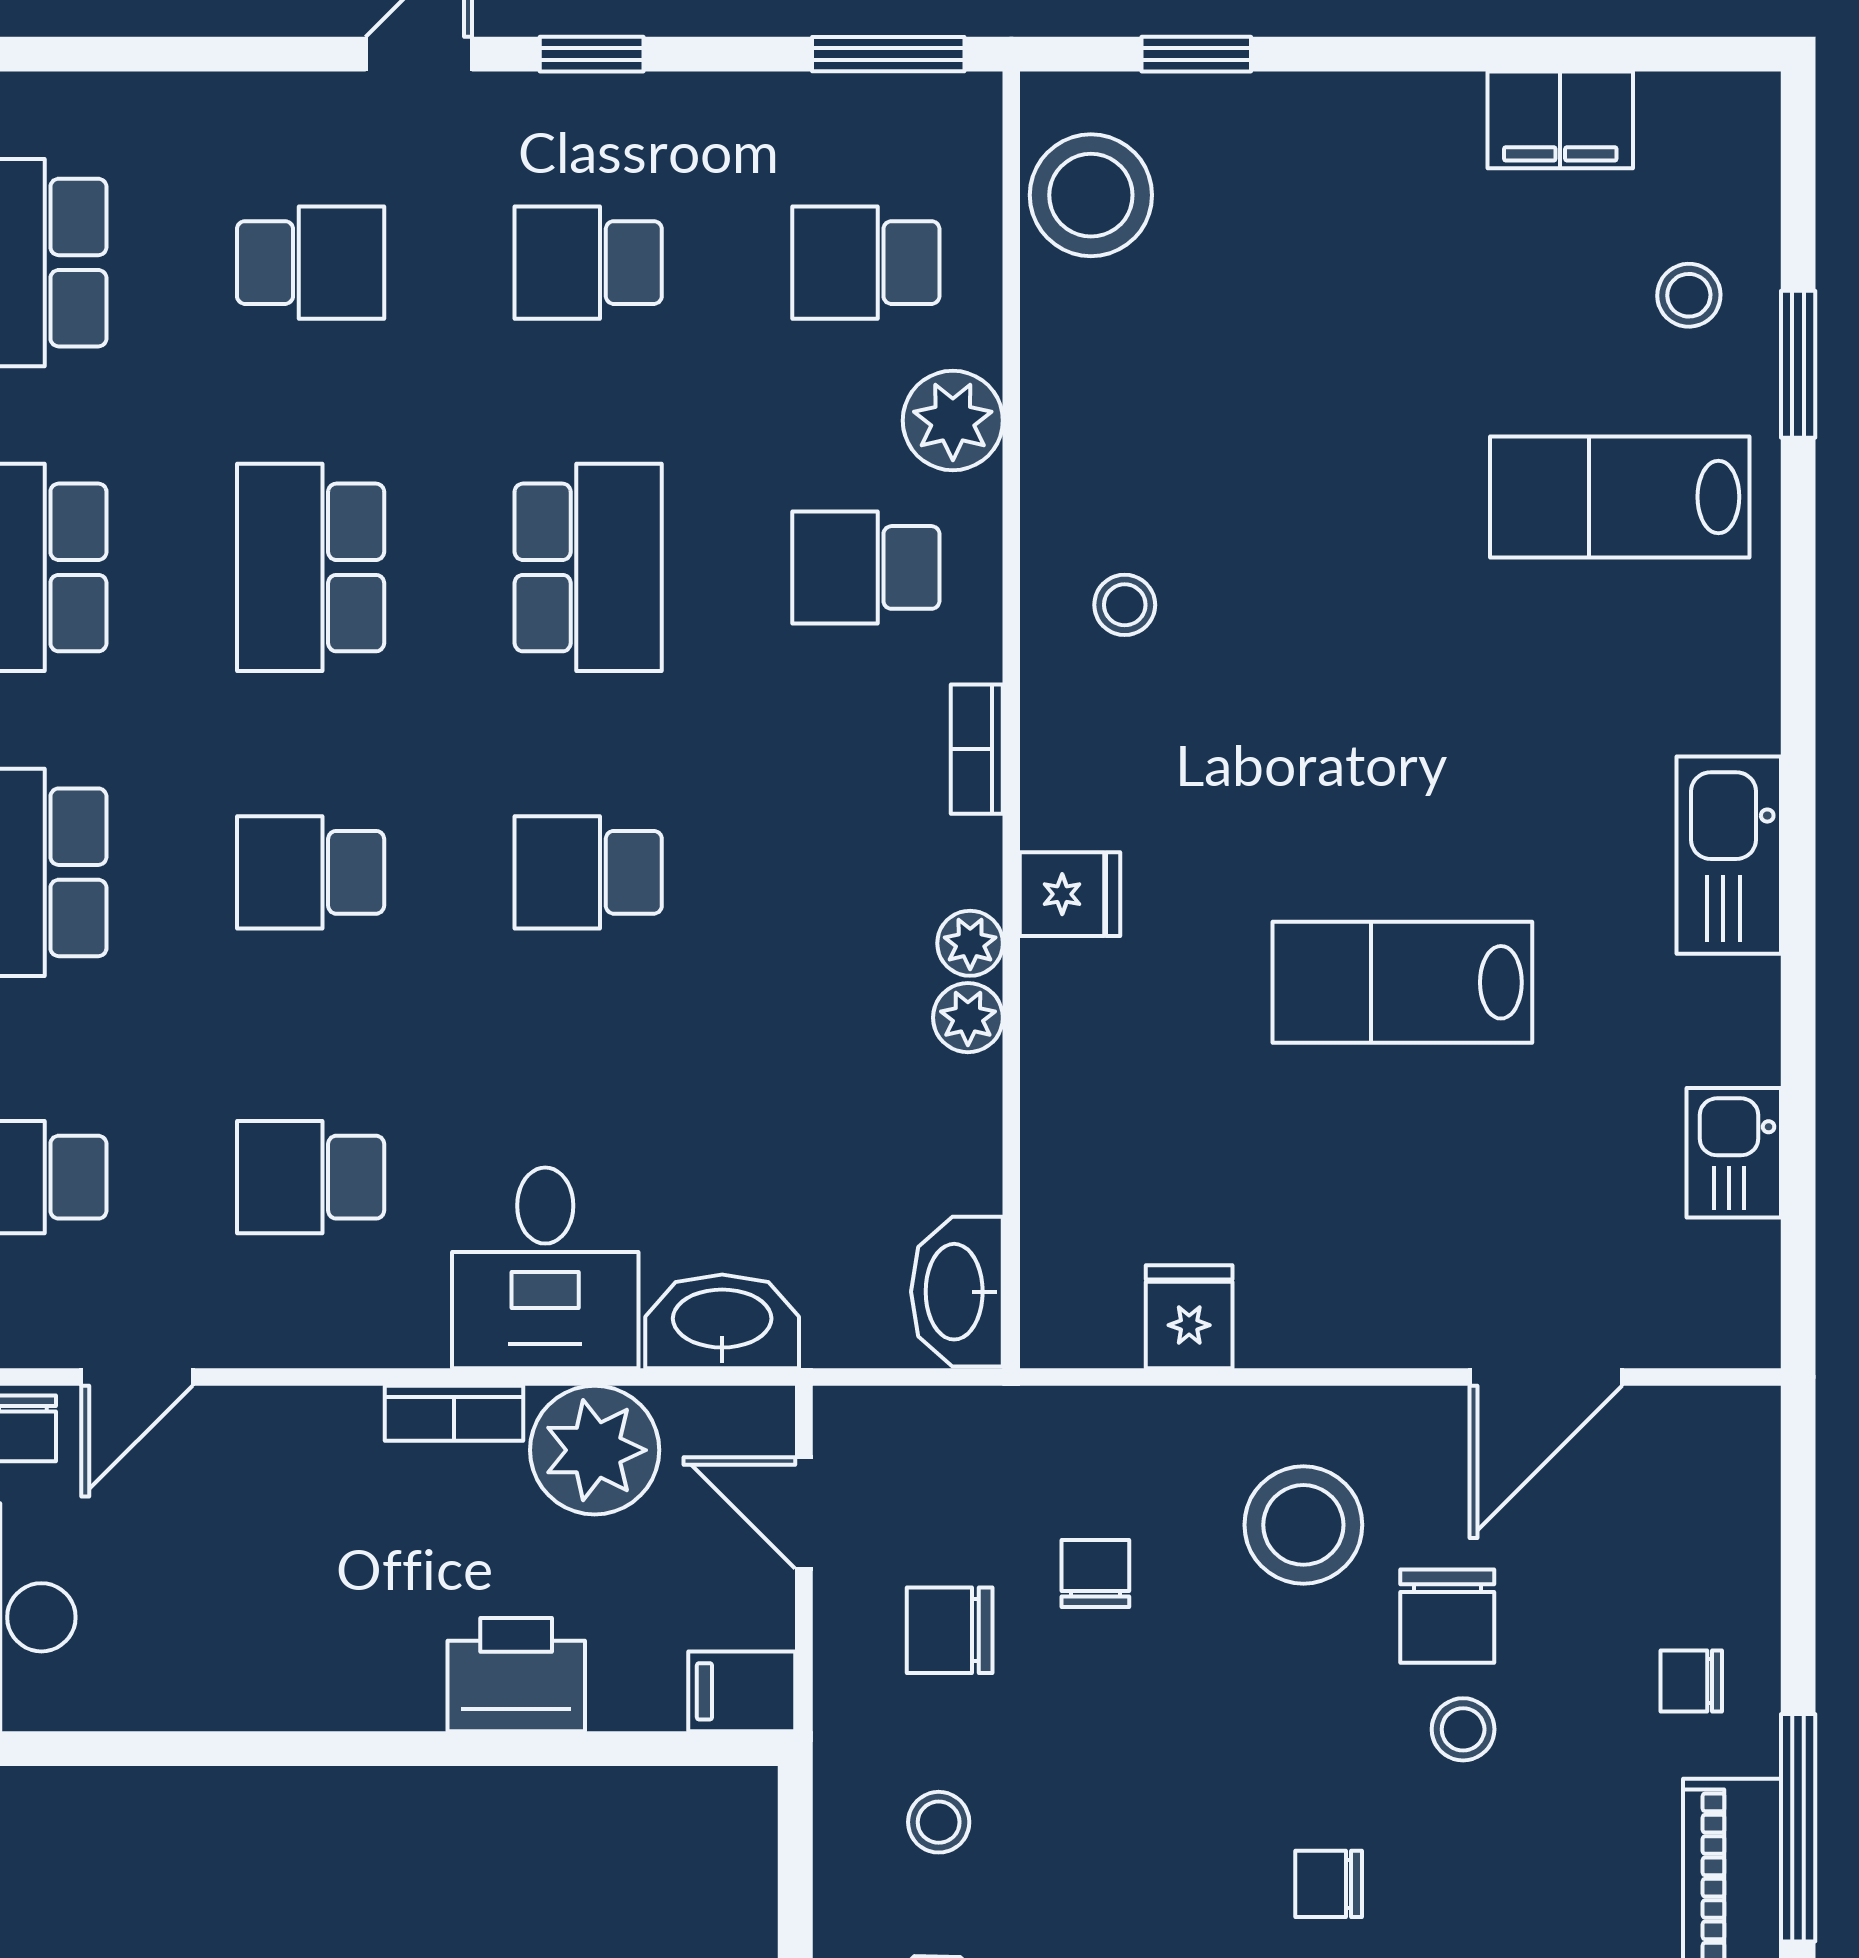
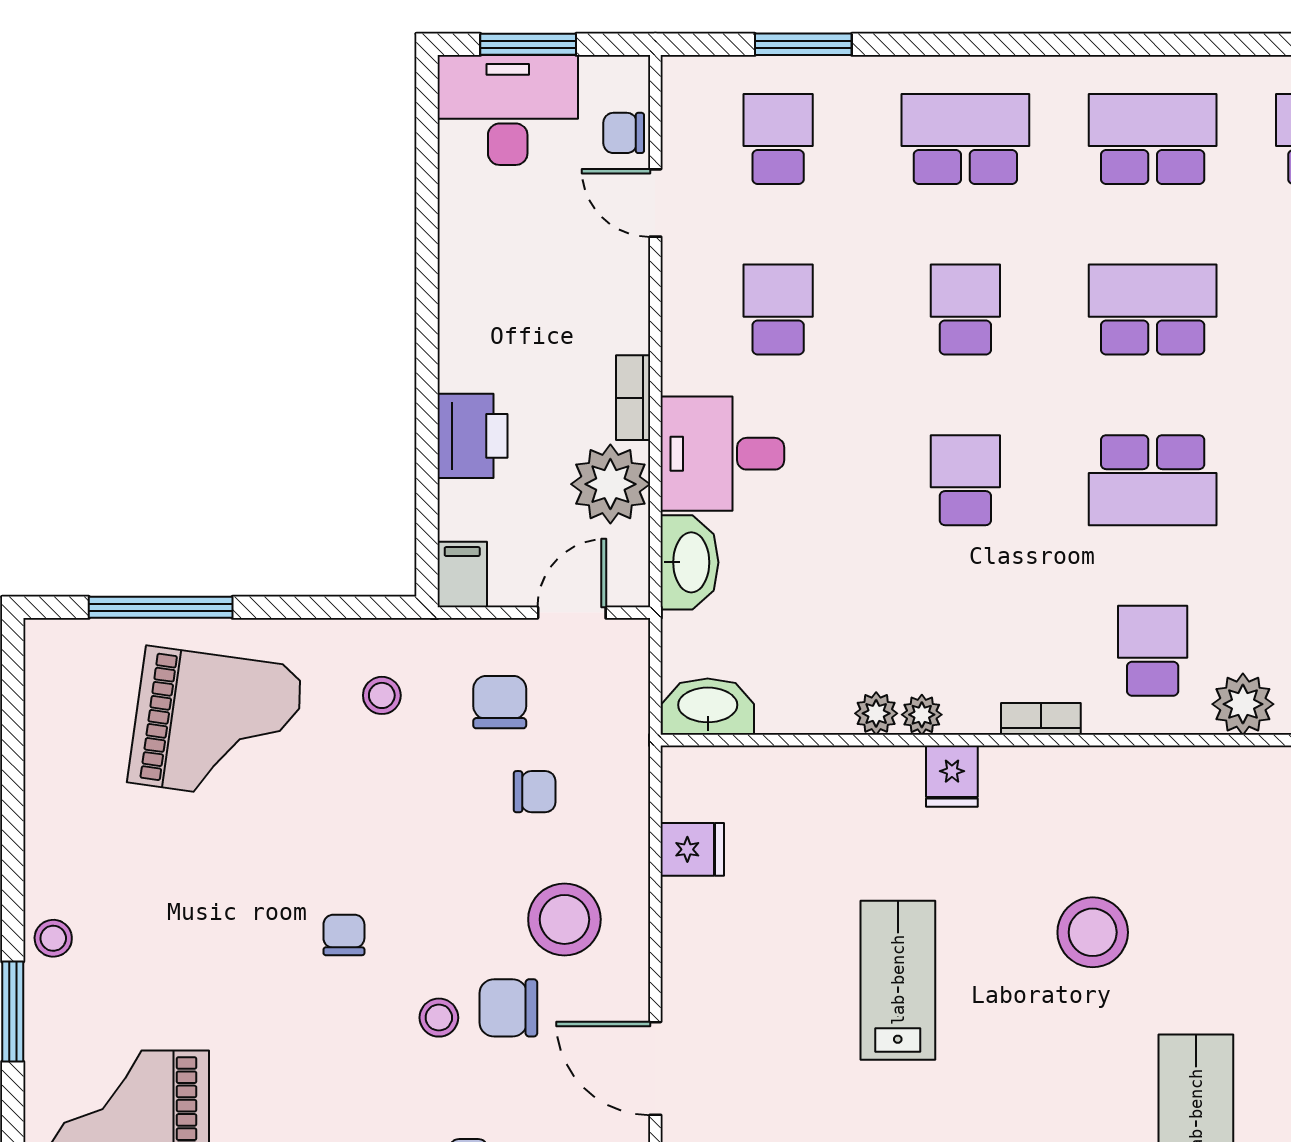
stool: (1125, 605) -> (1093, 932), moved, width x1.89, depth x1.89

